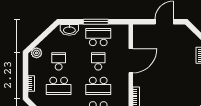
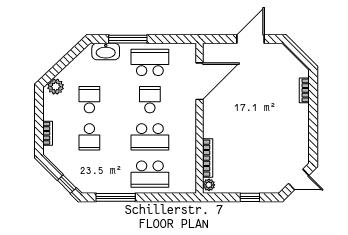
window: (96, 22) -> (128, 39), moved
door: (131, 61) -> (200, 81), moved
school desk: (59, 86) -> (89, 137), width x0.54

